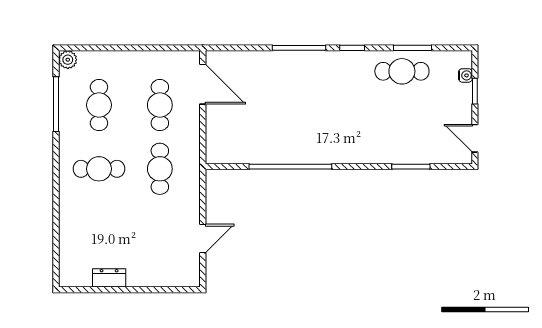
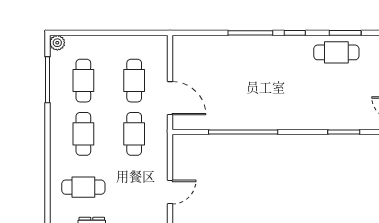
door: (203, 84) -> (170, 98), moved
cafe table: (99, 169) -> (83, 134), turned 90
cafe table: (99, 233) -> (83, 187), added

